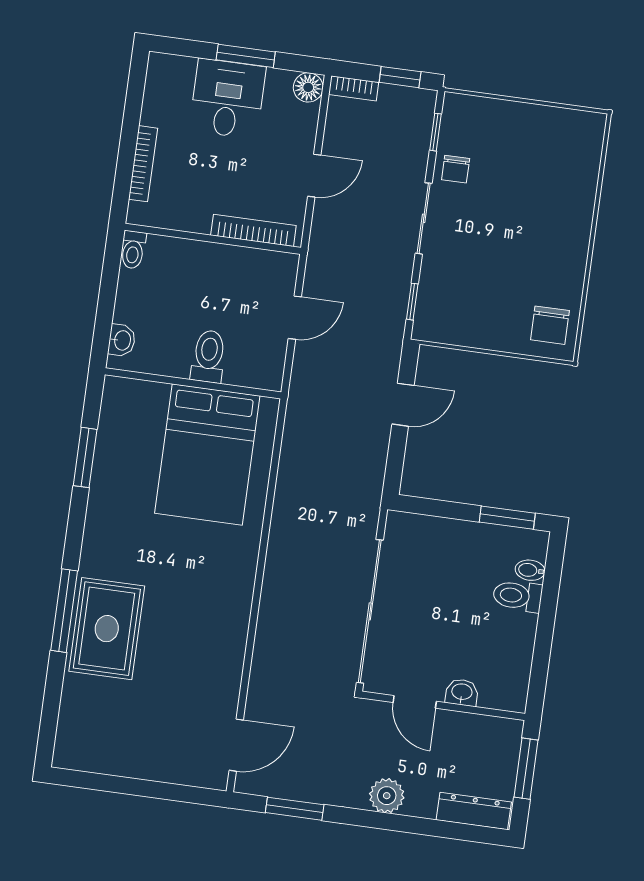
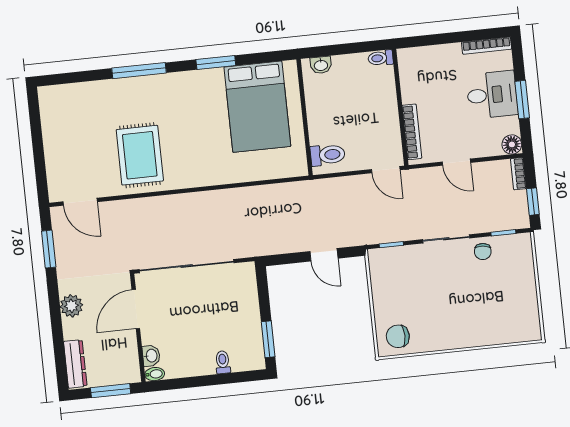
bookcase: (143, 164) -> (487, 46), moved
chair: (456, 169) -> (483, 251), turned -84
door: (295, 318) -> (386, 170), moved
toilet: (209, 356) -> (328, 155), moved
bed: (207, 455) -> (257, 107), moved, turned -90
window: (85, 457) -> (216, 63), moved
bidet: (530, 570) -> (155, 374), moved, turned 90
toilet: (518, 596) -> (223, 362), width x0.73, depth x0.72
rug: (107, 629) -> (140, 155), moved, turned 90
washbasin: (462, 692) -> (151, 356), moved
door: (415, 702) -> (136, 309), width x1.38

